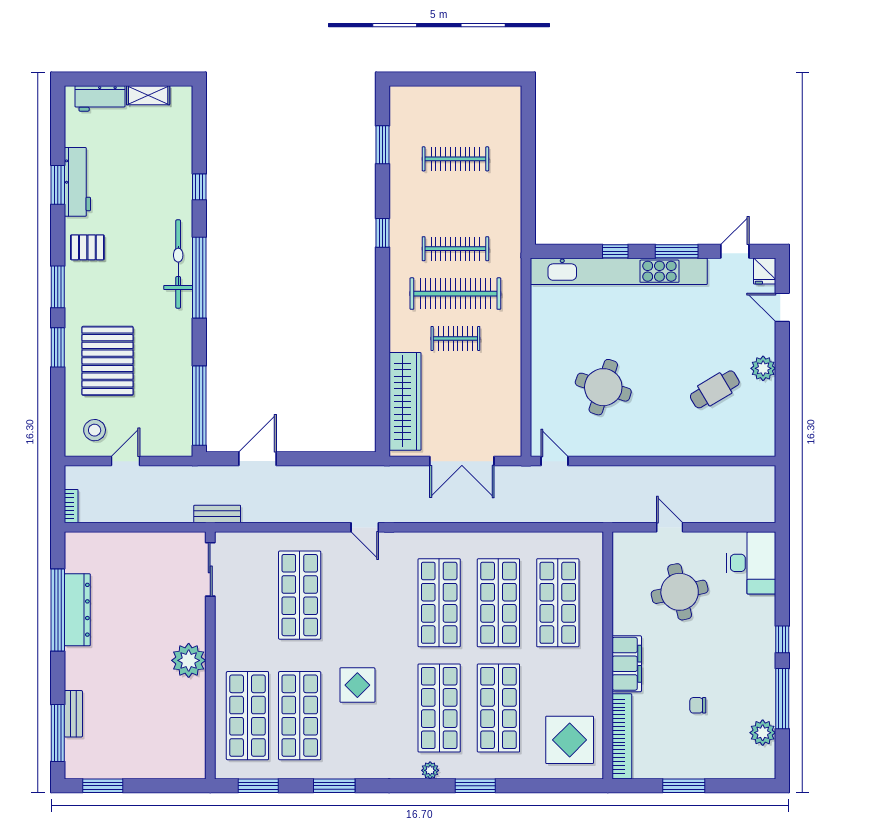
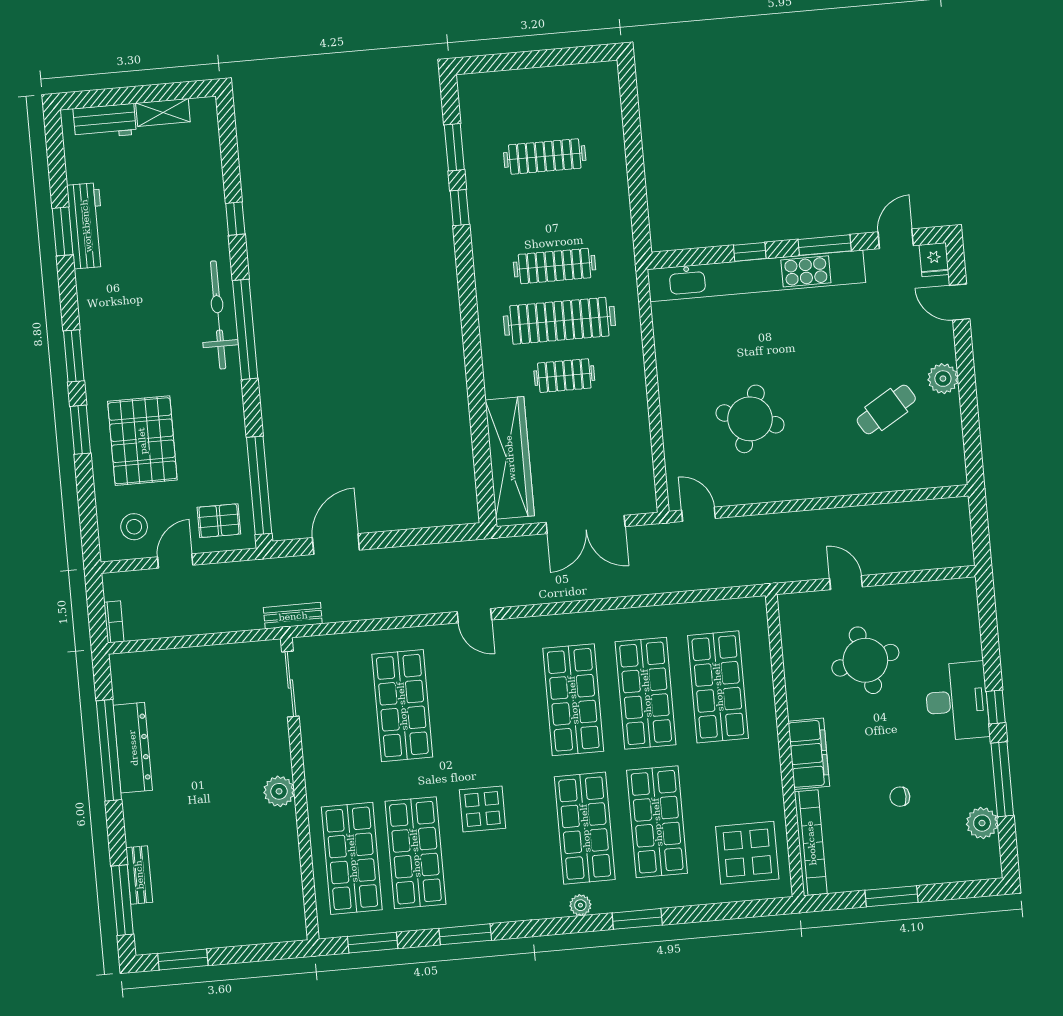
window: (383, 233) -> (460, 208), moved
pallet: (87, 247) -> (219, 521), moved
desk: (751, 563) -> (957, 701), moved
plant: (189, 660) -> (279, 791), width x0.73, depth x0.73

